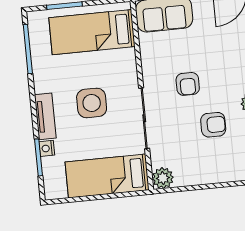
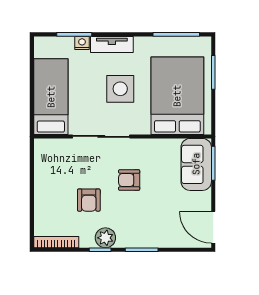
bed: (92, 32) -> (177, 96), width x1.50
plant: (163, 178) -> (44, 148), removed

